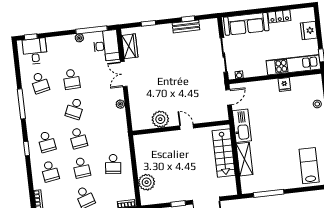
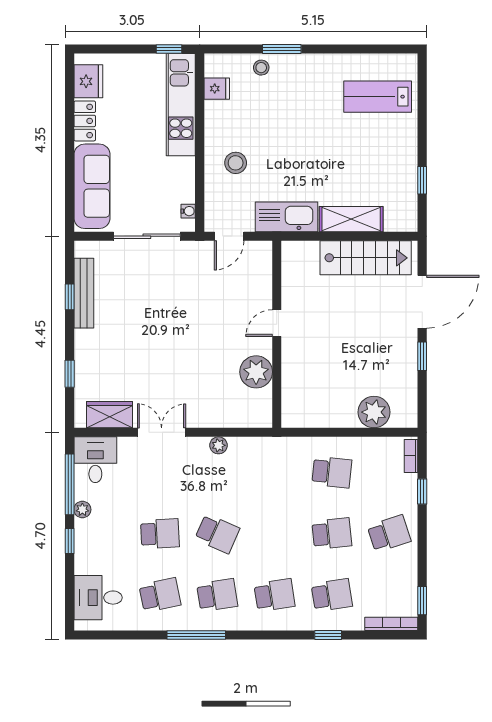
bench: (186, 26) -> (84, 293), width x1.36
fridge: (309, 31) -> (88, 81), moved, turned -90
window: (31, 37) -> (70, 541), moved
desk: (106, 46) -> (95, 460), width x0.73
double door: (124, 74) -> (162, 432), swing flipped
fridge: (284, 85) -> (217, 89), moved
stool: (267, 96) -> (236, 163), added
door: (229, 97) -> (229, 236), swing flipped
school desk: (78, 138) -> (217, 595), moved
window: (27, 149) -> (328, 635), moved
stairs: (224, 153) -> (366, 258), moved
window: (269, 193) -> (422, 180), width x0.46

